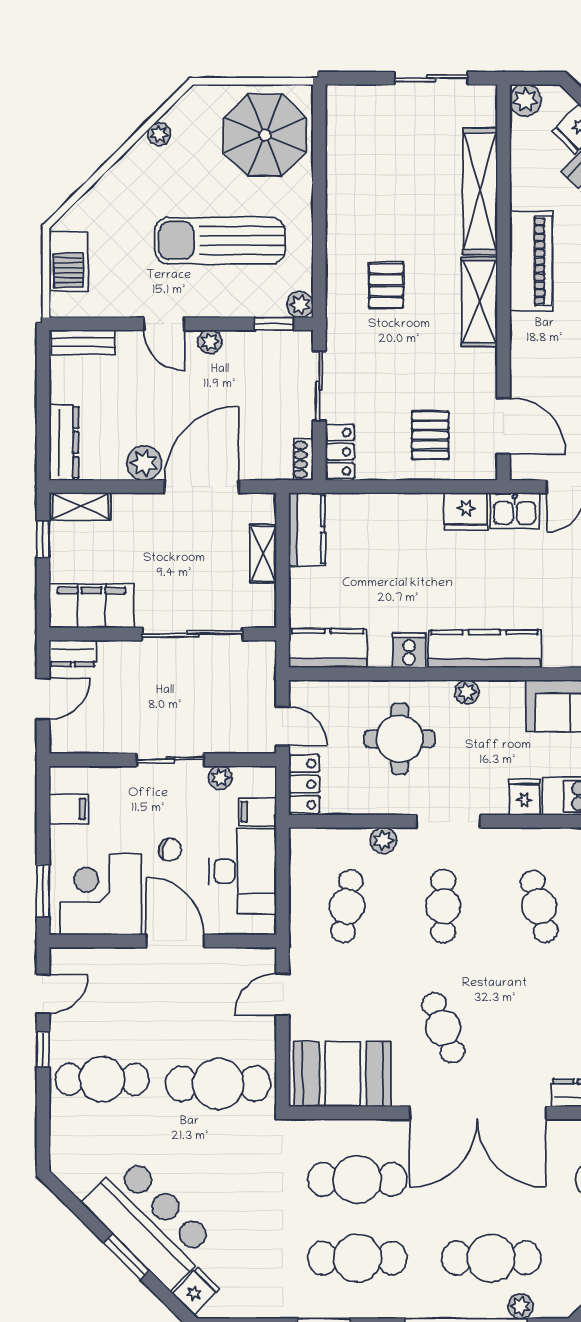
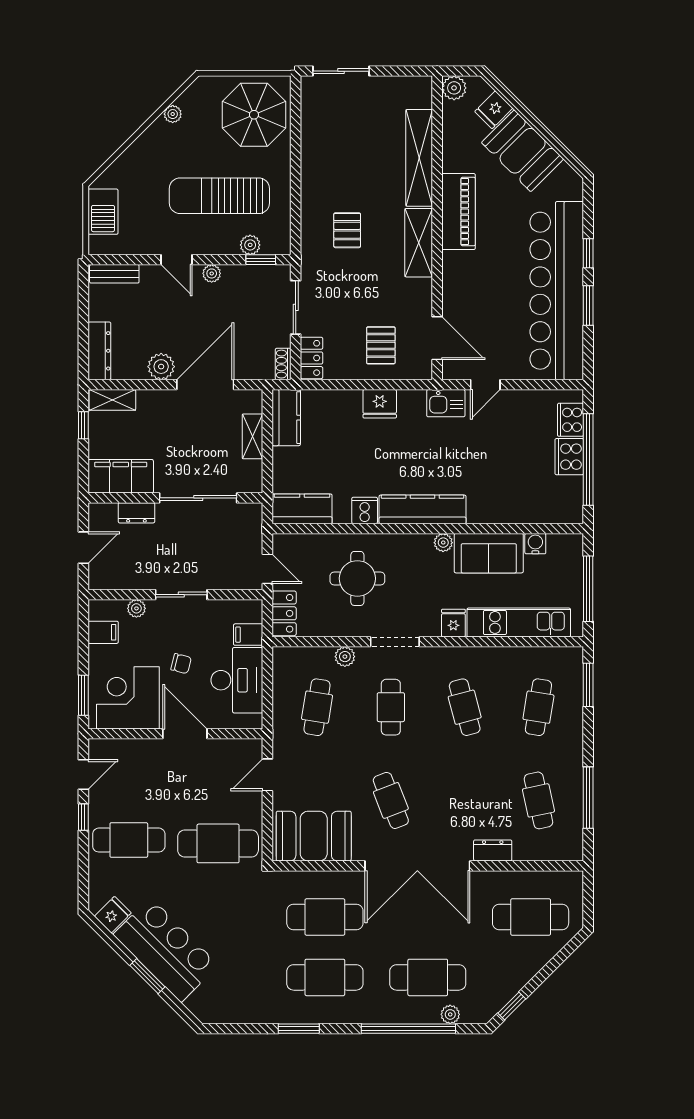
sliding door: (431, 78) -> (341, 71), moved
plant: (300, 305) -> (250, 245), moved
fridge: (466, 511) -> (380, 404), moved
dresser: (73, 653) -> (136, 513), moved
plant: (467, 692) -> (443, 543), moved
plant: (220, 778) -> (136, 608), moved
fridge: (196, 1291) -> (113, 915), moved

